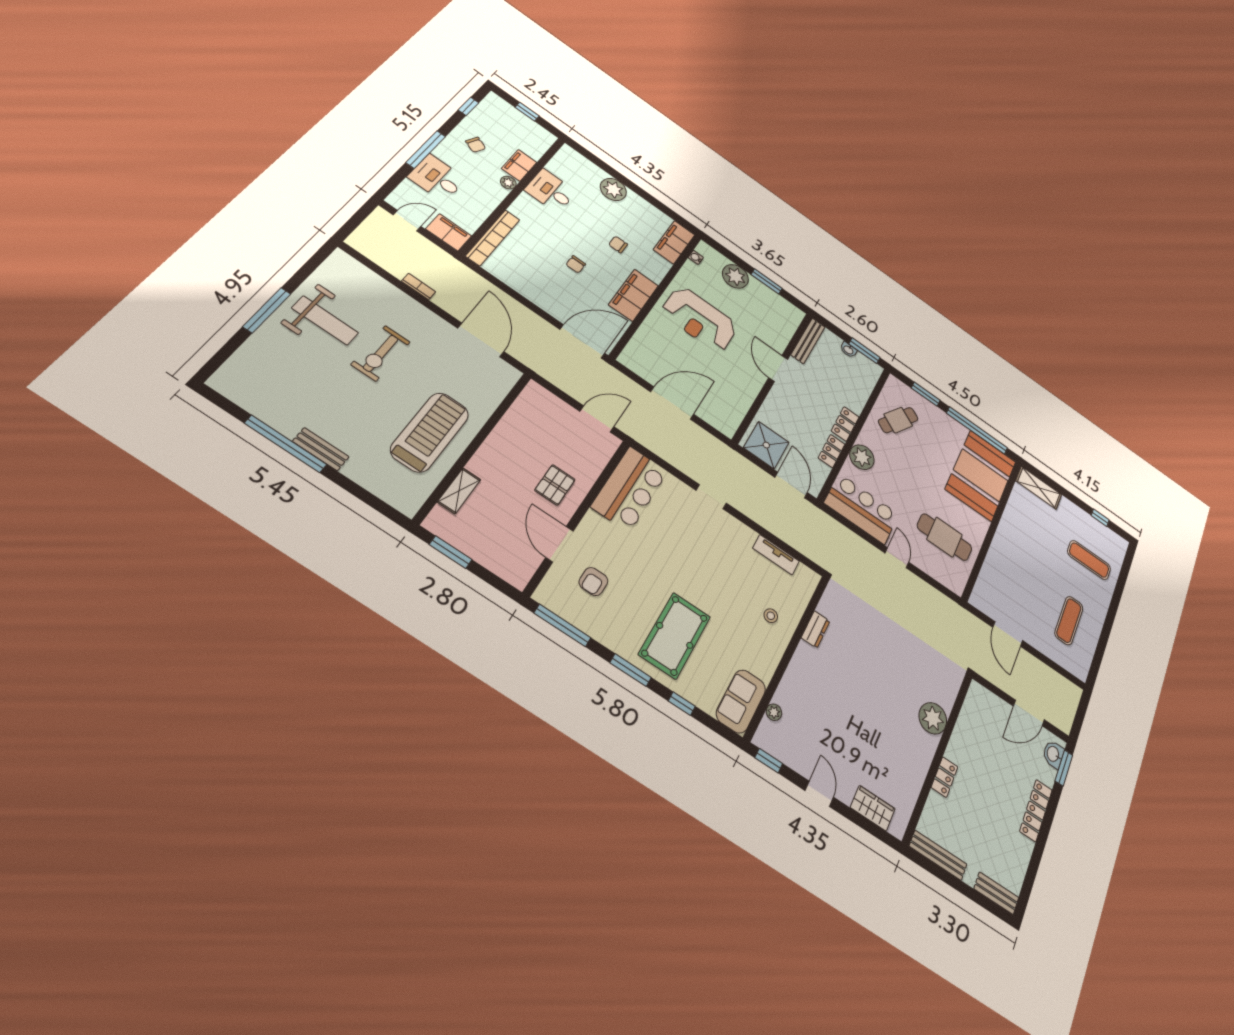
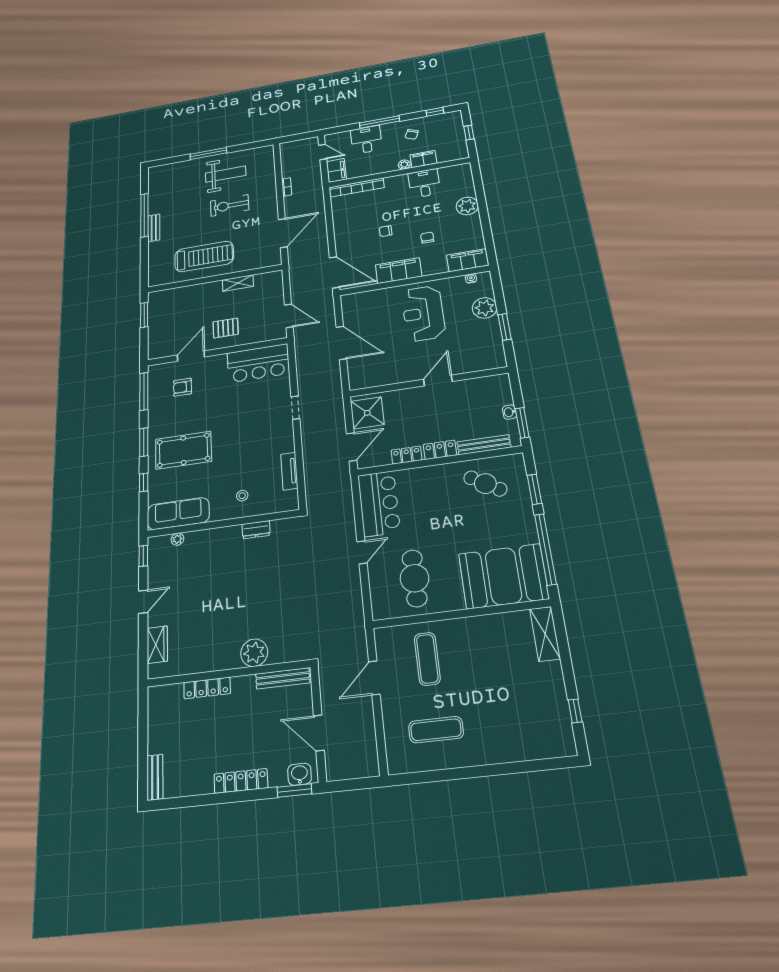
weight bench: (325, 320) -> (226, 174), turned -90
bench: (808, 341) -> (484, 445), moved
plant: (862, 457) -> (423, 478), removed
shelving: (459, 491) -> (238, 283), moved
exercise mat: (1089, 560) -> (427, 659), moved
sofa: (741, 701) -> (178, 514), width x1.36
locker: (945, 777) -> (207, 688), width x1.53
bench: (938, 855) -> (283, 678), moved, turned 90

